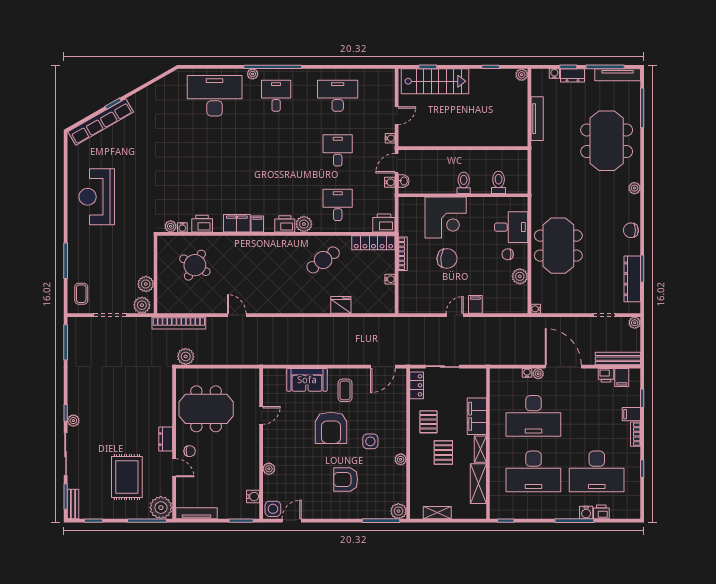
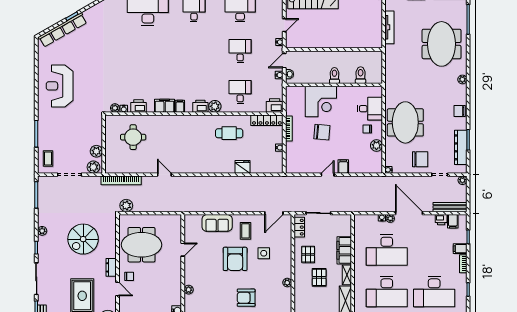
cafe table: (323, 260) -> (229, 133), turned 35
round table: (195, 265) -> (133, 137), turned -30
chair: (578, 295) -> (420, 159), added
spiral stairs: (128, 401) -> (83, 239), added
plant: (73, 421) -> (42, 231), moved
side table: (370, 441) -> (264, 253), moved

